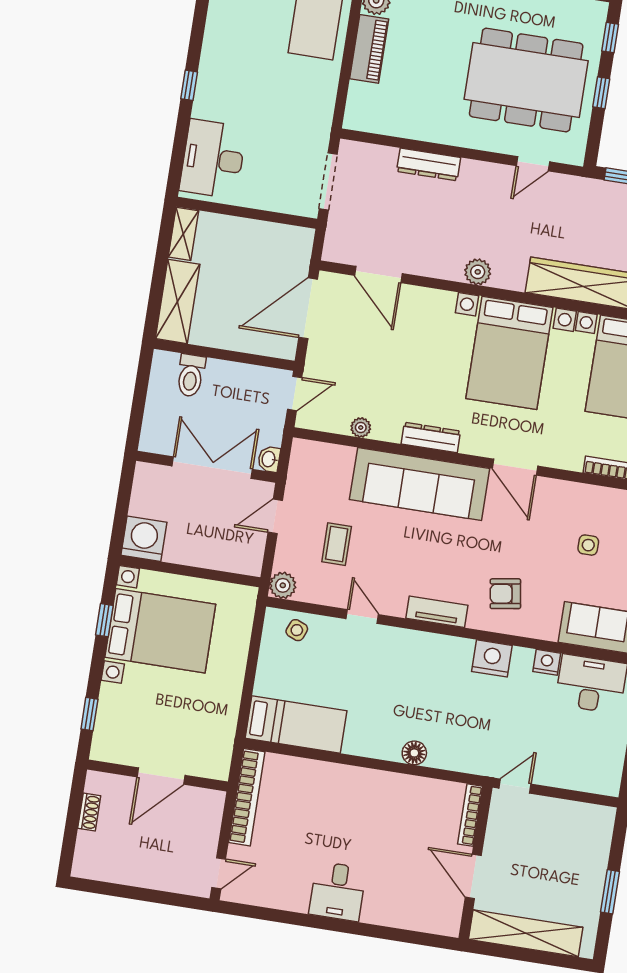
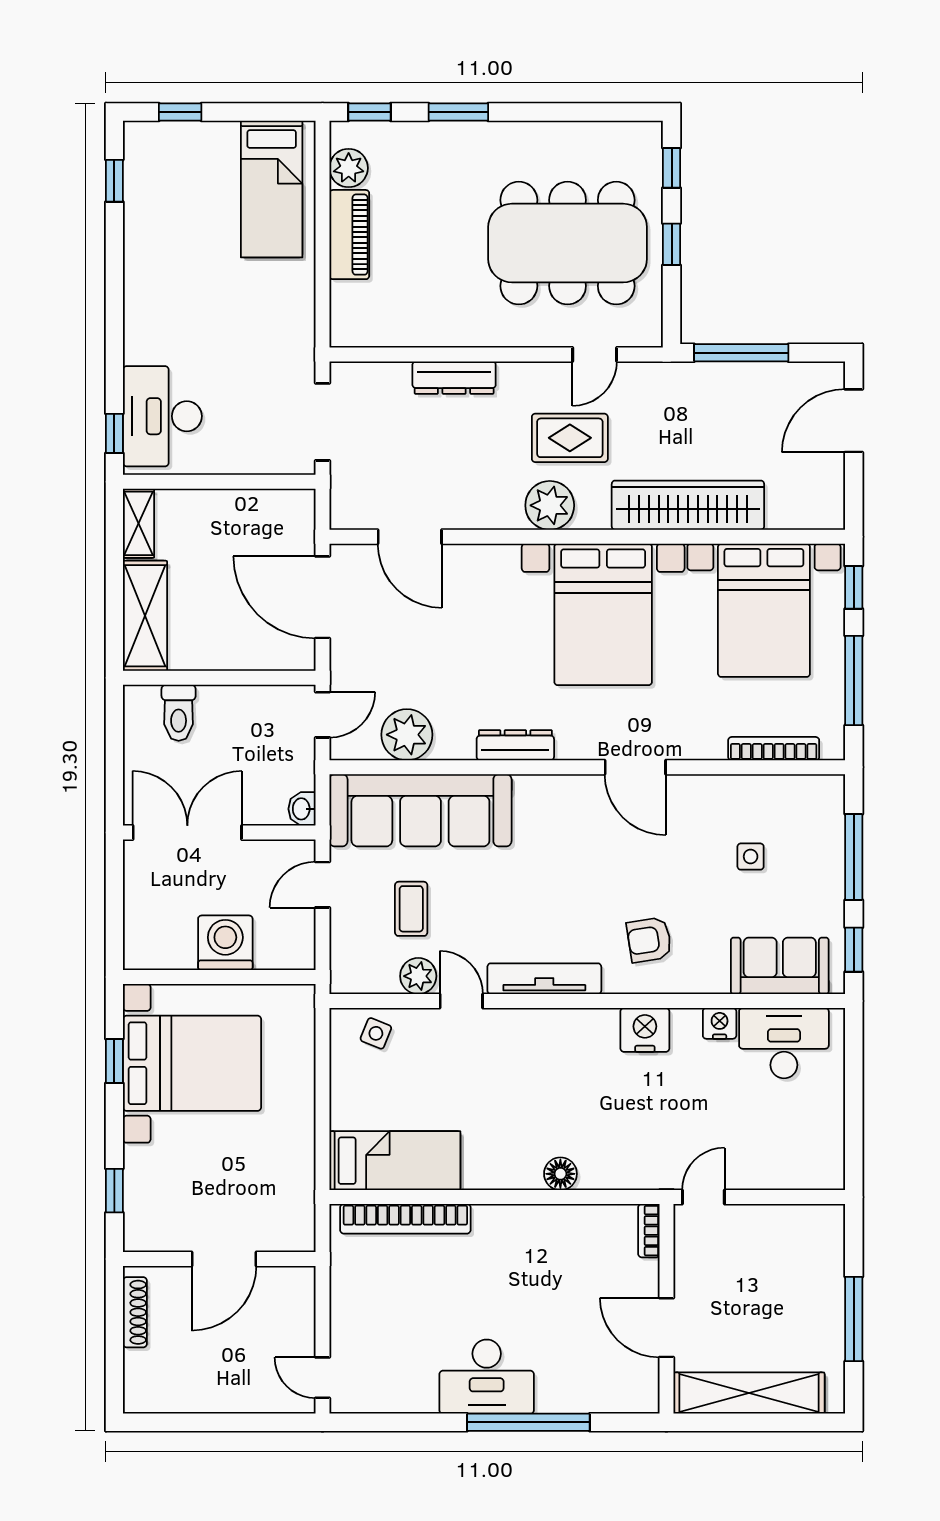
window: (189, 85) -> (114, 433), moved
rug: (505, 221) -> (570, 438), added
plant: (478, 272) -> (550, 505), width x1.36, depth x1.36
door: (308, 308) -> (322, 597), hinge flipped
plant: (361, 428) -> (407, 735), width x1.88, depth x1.88
double door: (212, 468) -> (187, 833), moved
sofa: (420, 484) -> (420, 810), moved
washing machine: (144, 539) -> (225, 943), moved
plant: (283, 585) -> (418, 976), moved
tv unit: (437, 612) -> (544, 979), width x1.41
bookcase: (247, 797) -> (405, 1219), moved, turned 90
shoe rack: (89, 812) -> (135, 1312), width x1.43
bookcase: (470, 815) -> (649, 1231), width x0.64
door: (219, 873) -> (322, 1378), swing flipped
desk: (338, 891) -> (487, 1377), width x1.37
window: (610, 892) -> (854, 1319), width x1.44
window: (363, 929) -> (528, 1422), added

